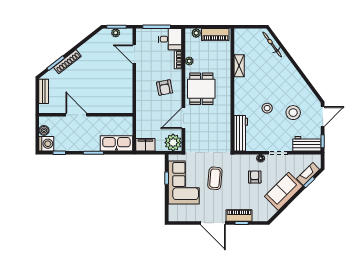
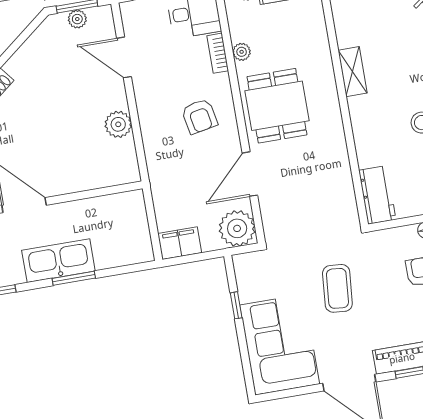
shelving: (239, 66) -> (353, 72), moved
plant: (126, 85) -> (118, 124), added
workbench: (241, 133) -> (377, 195), width x0.73
kitchen sink: (116, 143) -> (58, 261), moved
corner sofa: (184, 182) -> (280, 345), moved

